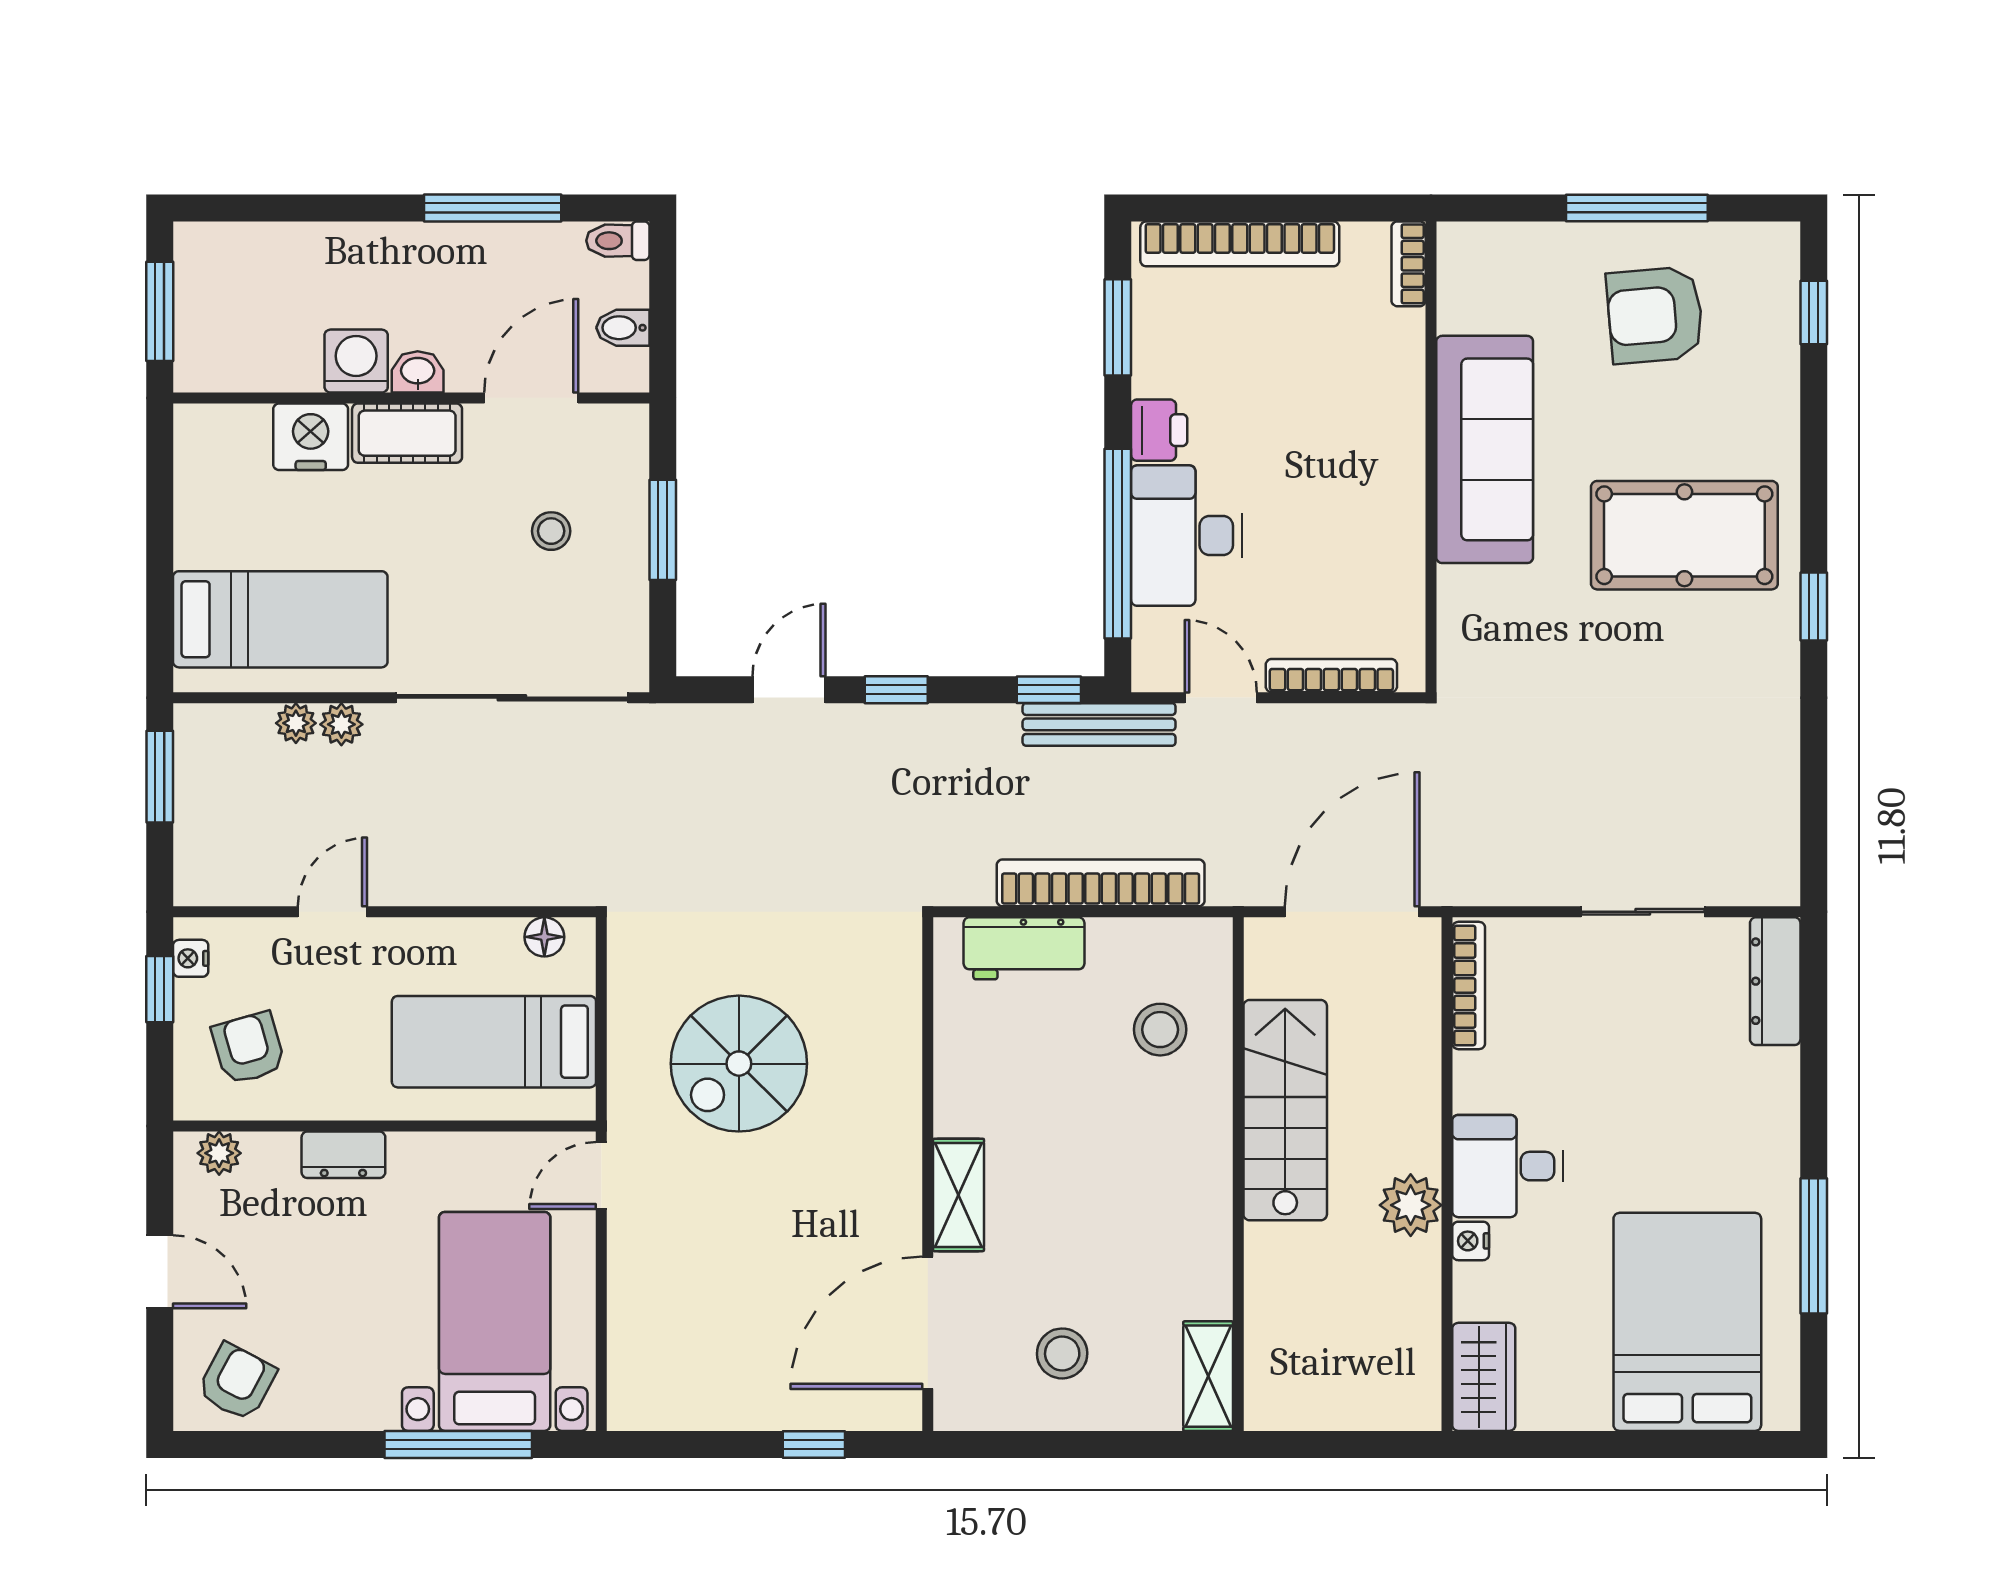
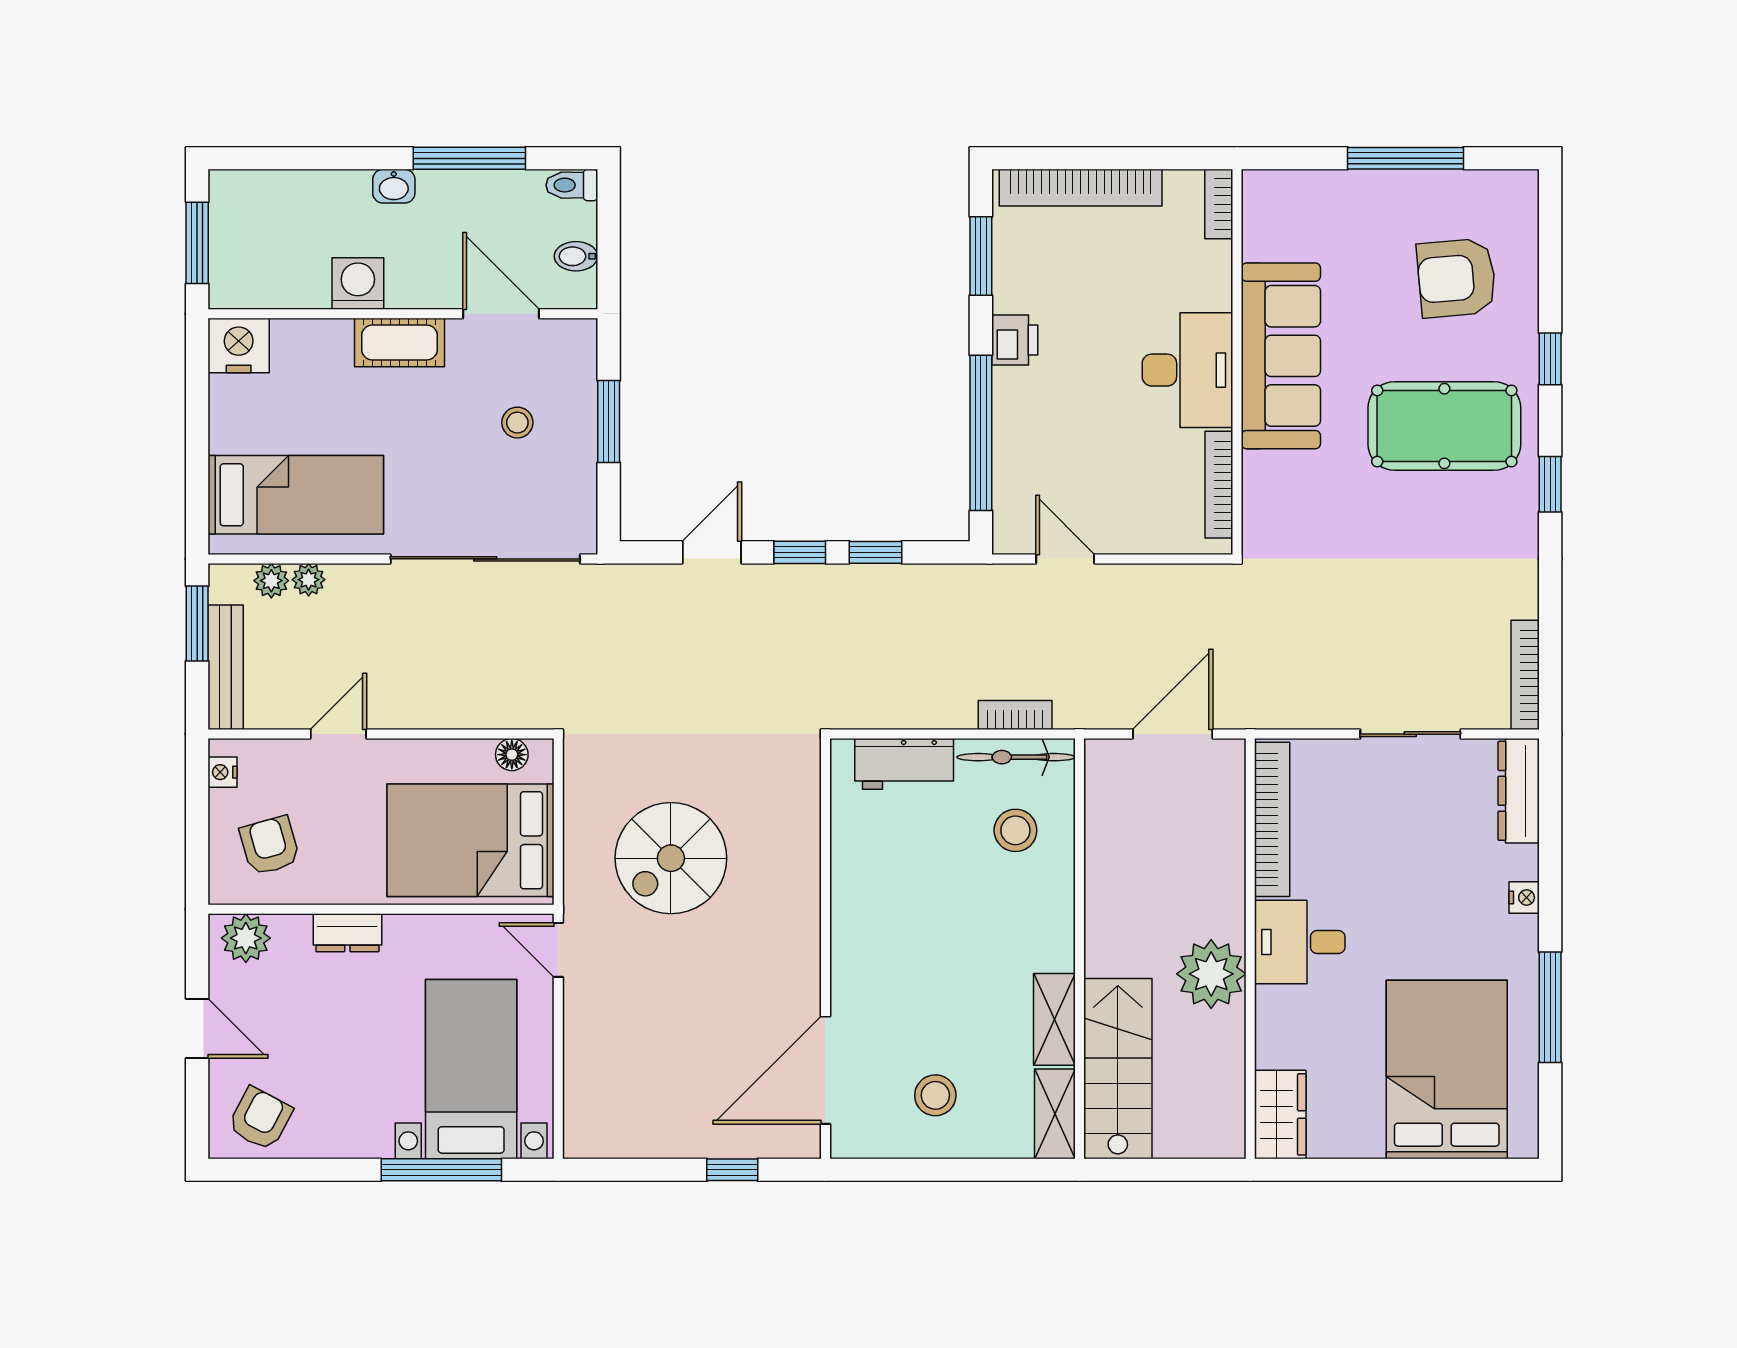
window: (1814, 312) -> (1550, 359), moved
armchair: (1655, 315) -> (1457, 278), moved
washbasin: (418, 372) -> (394, 186), moved, turned 180
door: (531, 398) -> (501, 314), hinge flipped
nightstand: (311, 437) -> (239, 345), moved
desk: (1186, 536) -> (1187, 370), moved, turned 180
bookcase: (1331, 676) -> (1219, 485), moved, turned -90
window: (1049, 690) -> (875, 552), moved
plant: (341, 724) -> (271, 581), moved
bench: (1099, 724) -> (226, 667), moved, turned 90
bookcase: (1783, 839) -> (1525, 675), added
bookcase: (1101, 883) -> (1015, 715), width x0.43, depth x0.76
door: (1352, 912) -> (1173, 734), width x0.73
bicycle: (1161, 940) -> (1016, 757), added
bookcase: (1469, 985) -> (1272, 819), width x1.48, depth x1.31
window: (160, 989) -> (197, 797), removed
bed: (494, 1042) -> (471, 840), width x1.50
stairs: (1285, 1110) -> (1118, 1069), moved
plant: (219, 1153) -> (246, 938), width x1.38, depth x1.38
door: (601, 1176) -> (558, 950), hinge flipped
shelving: (958, 1195) -> (1054, 1019), moved
plant: (1411, 1205) -> (1211, 974), width x1.36, depth x1.36
nightstand: (1471, 1241) -> (1524, 897), moved, turned 180

